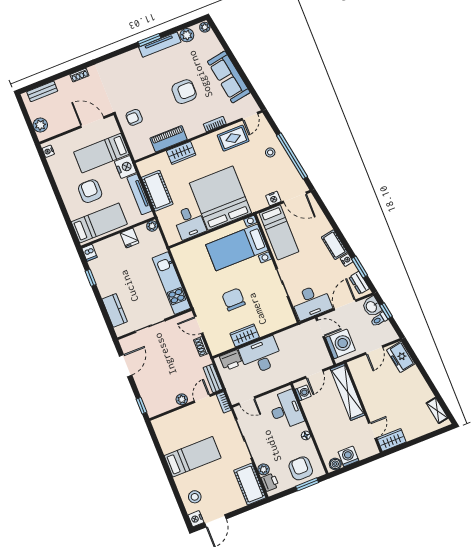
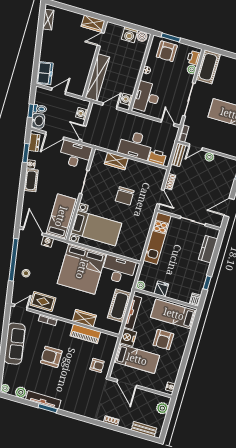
desk: (189, 222) -> (118, 270), width x1.37
wardrobe: (245, 335) -> (116, 161), moved
washing machine: (341, 344) -> (82, 114), width x0.53, depth x0.53

